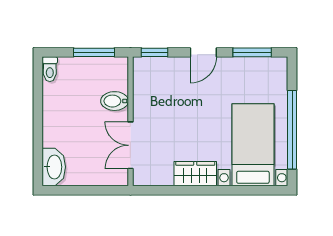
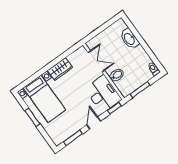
desk: (156, 87) -> (103, 94), added
window: (292, 130) -> (32, 117), width x0.47
washbasin: (54, 167) -> (130, 39), moved

